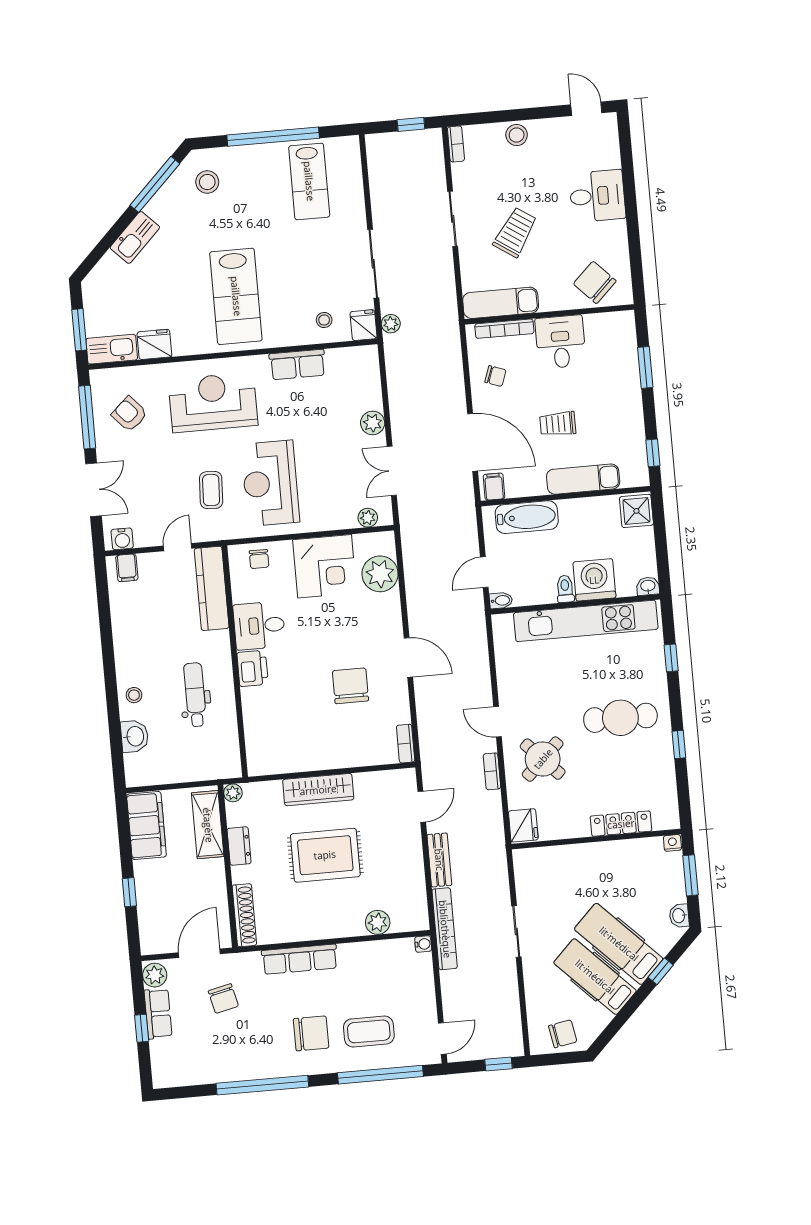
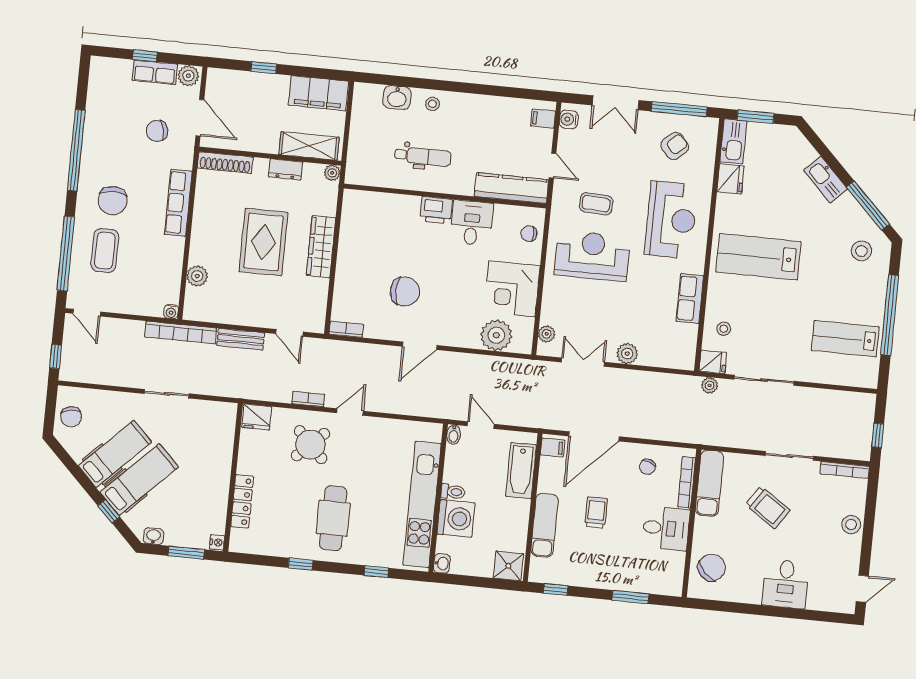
bookcase: (456, 144) -> (845, 470), width x1.56

